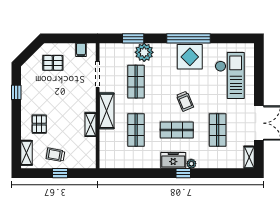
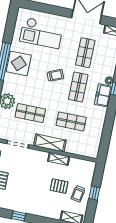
checkout: (230, 75) -> (41, 33), turned 180
pallet: (39, 124) -> (59, 186), moved
shop shelf: (218, 130) -> (85, 53), turned 90

